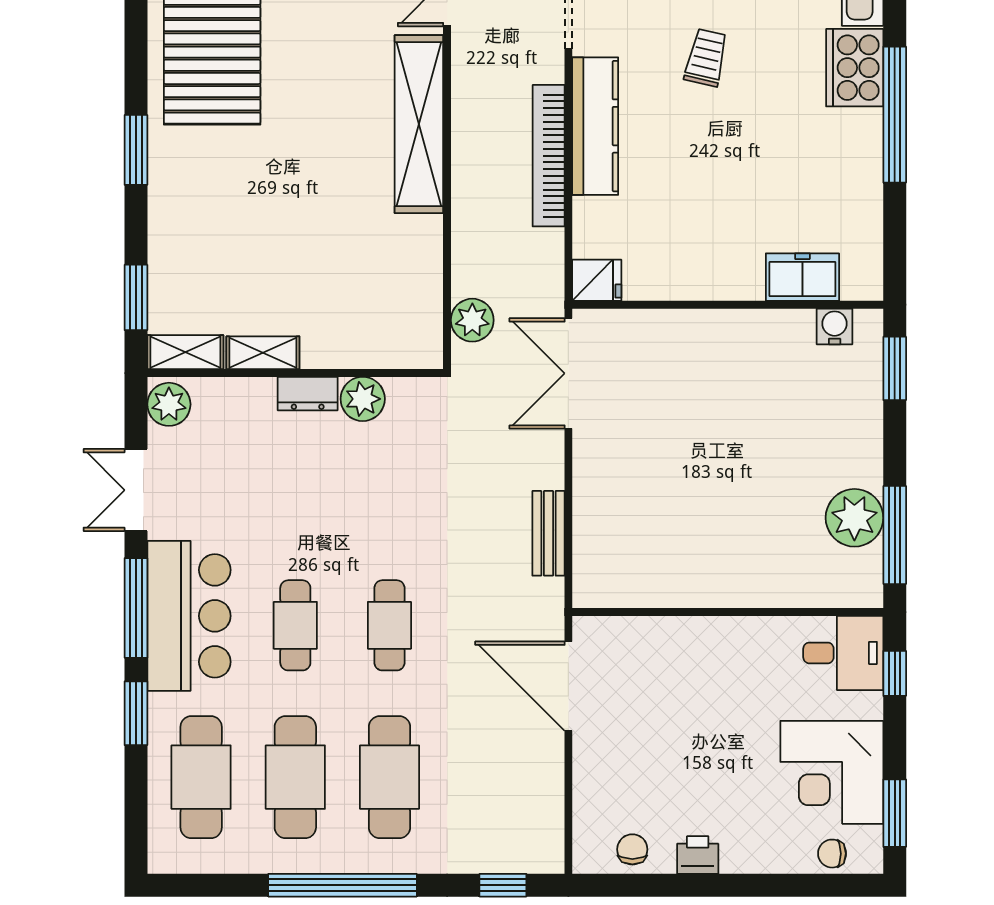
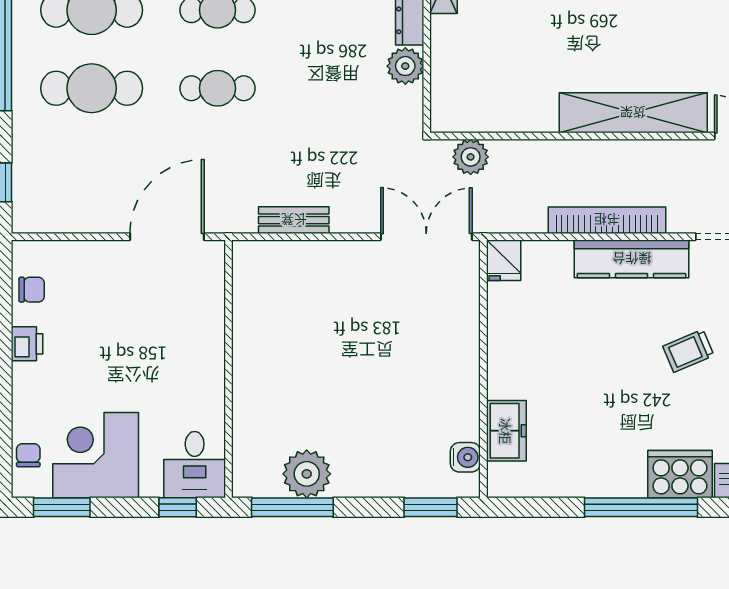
trolley: (706, 58) -> (688, 351), turned 144

